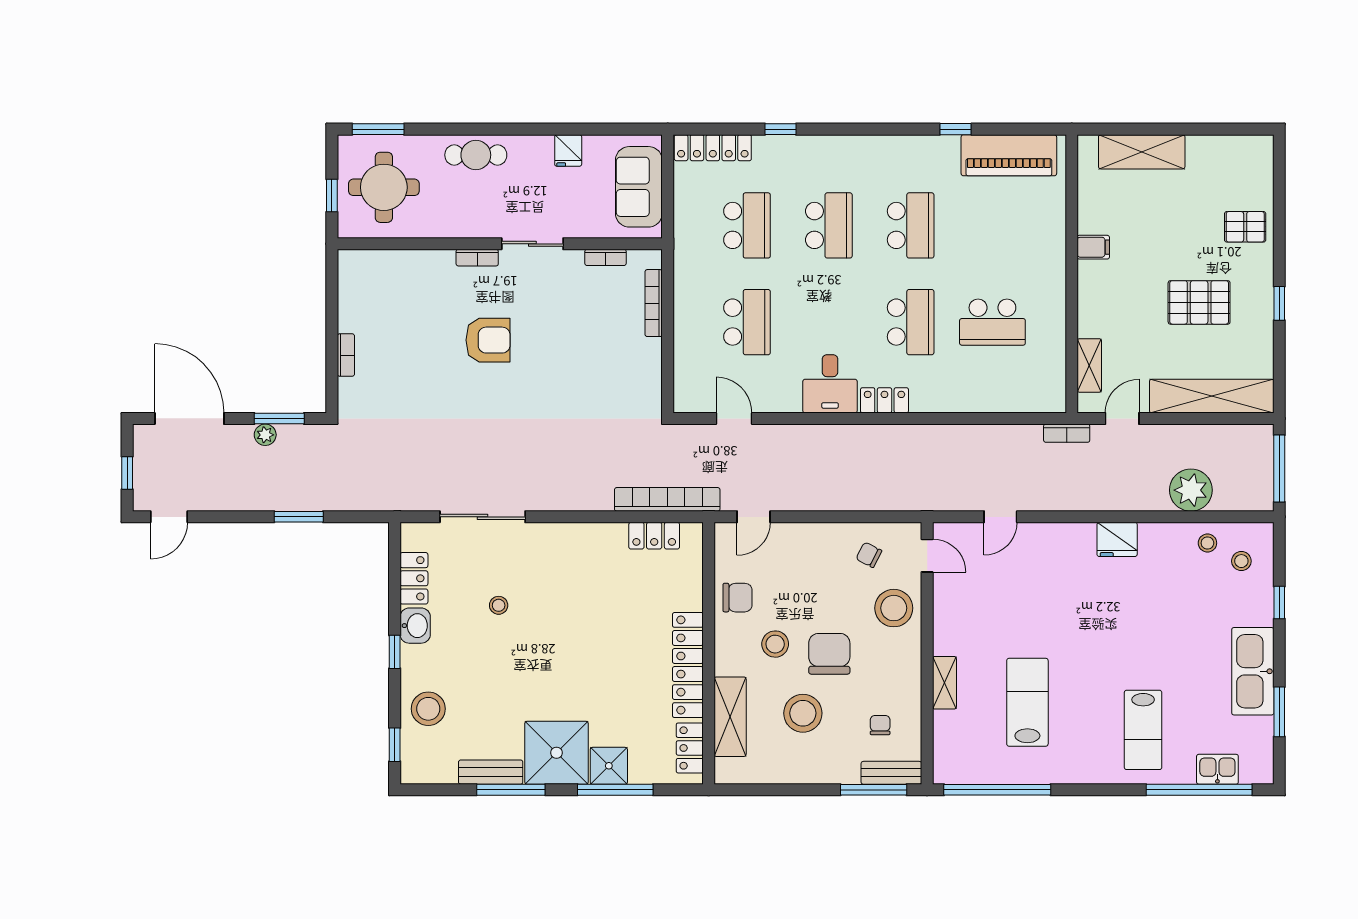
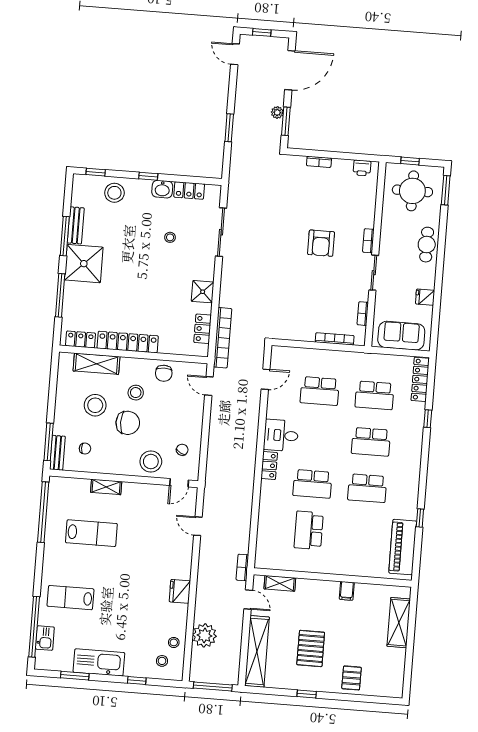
printer: (351, 279) -> (362, 168), added
shower: (609, 766) -> (203, 292), moved

